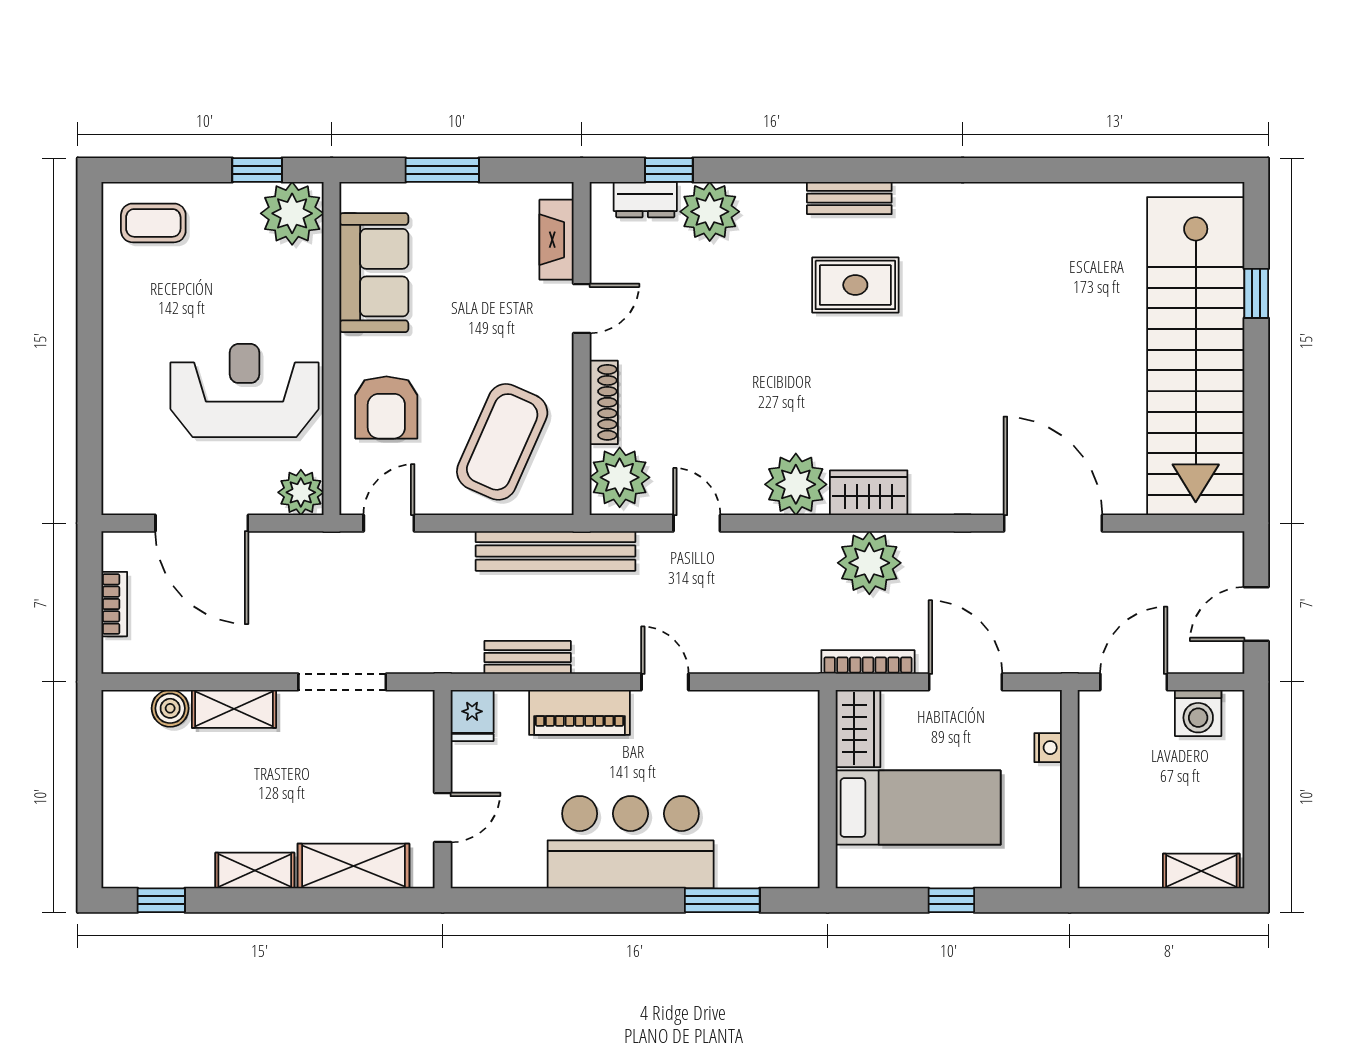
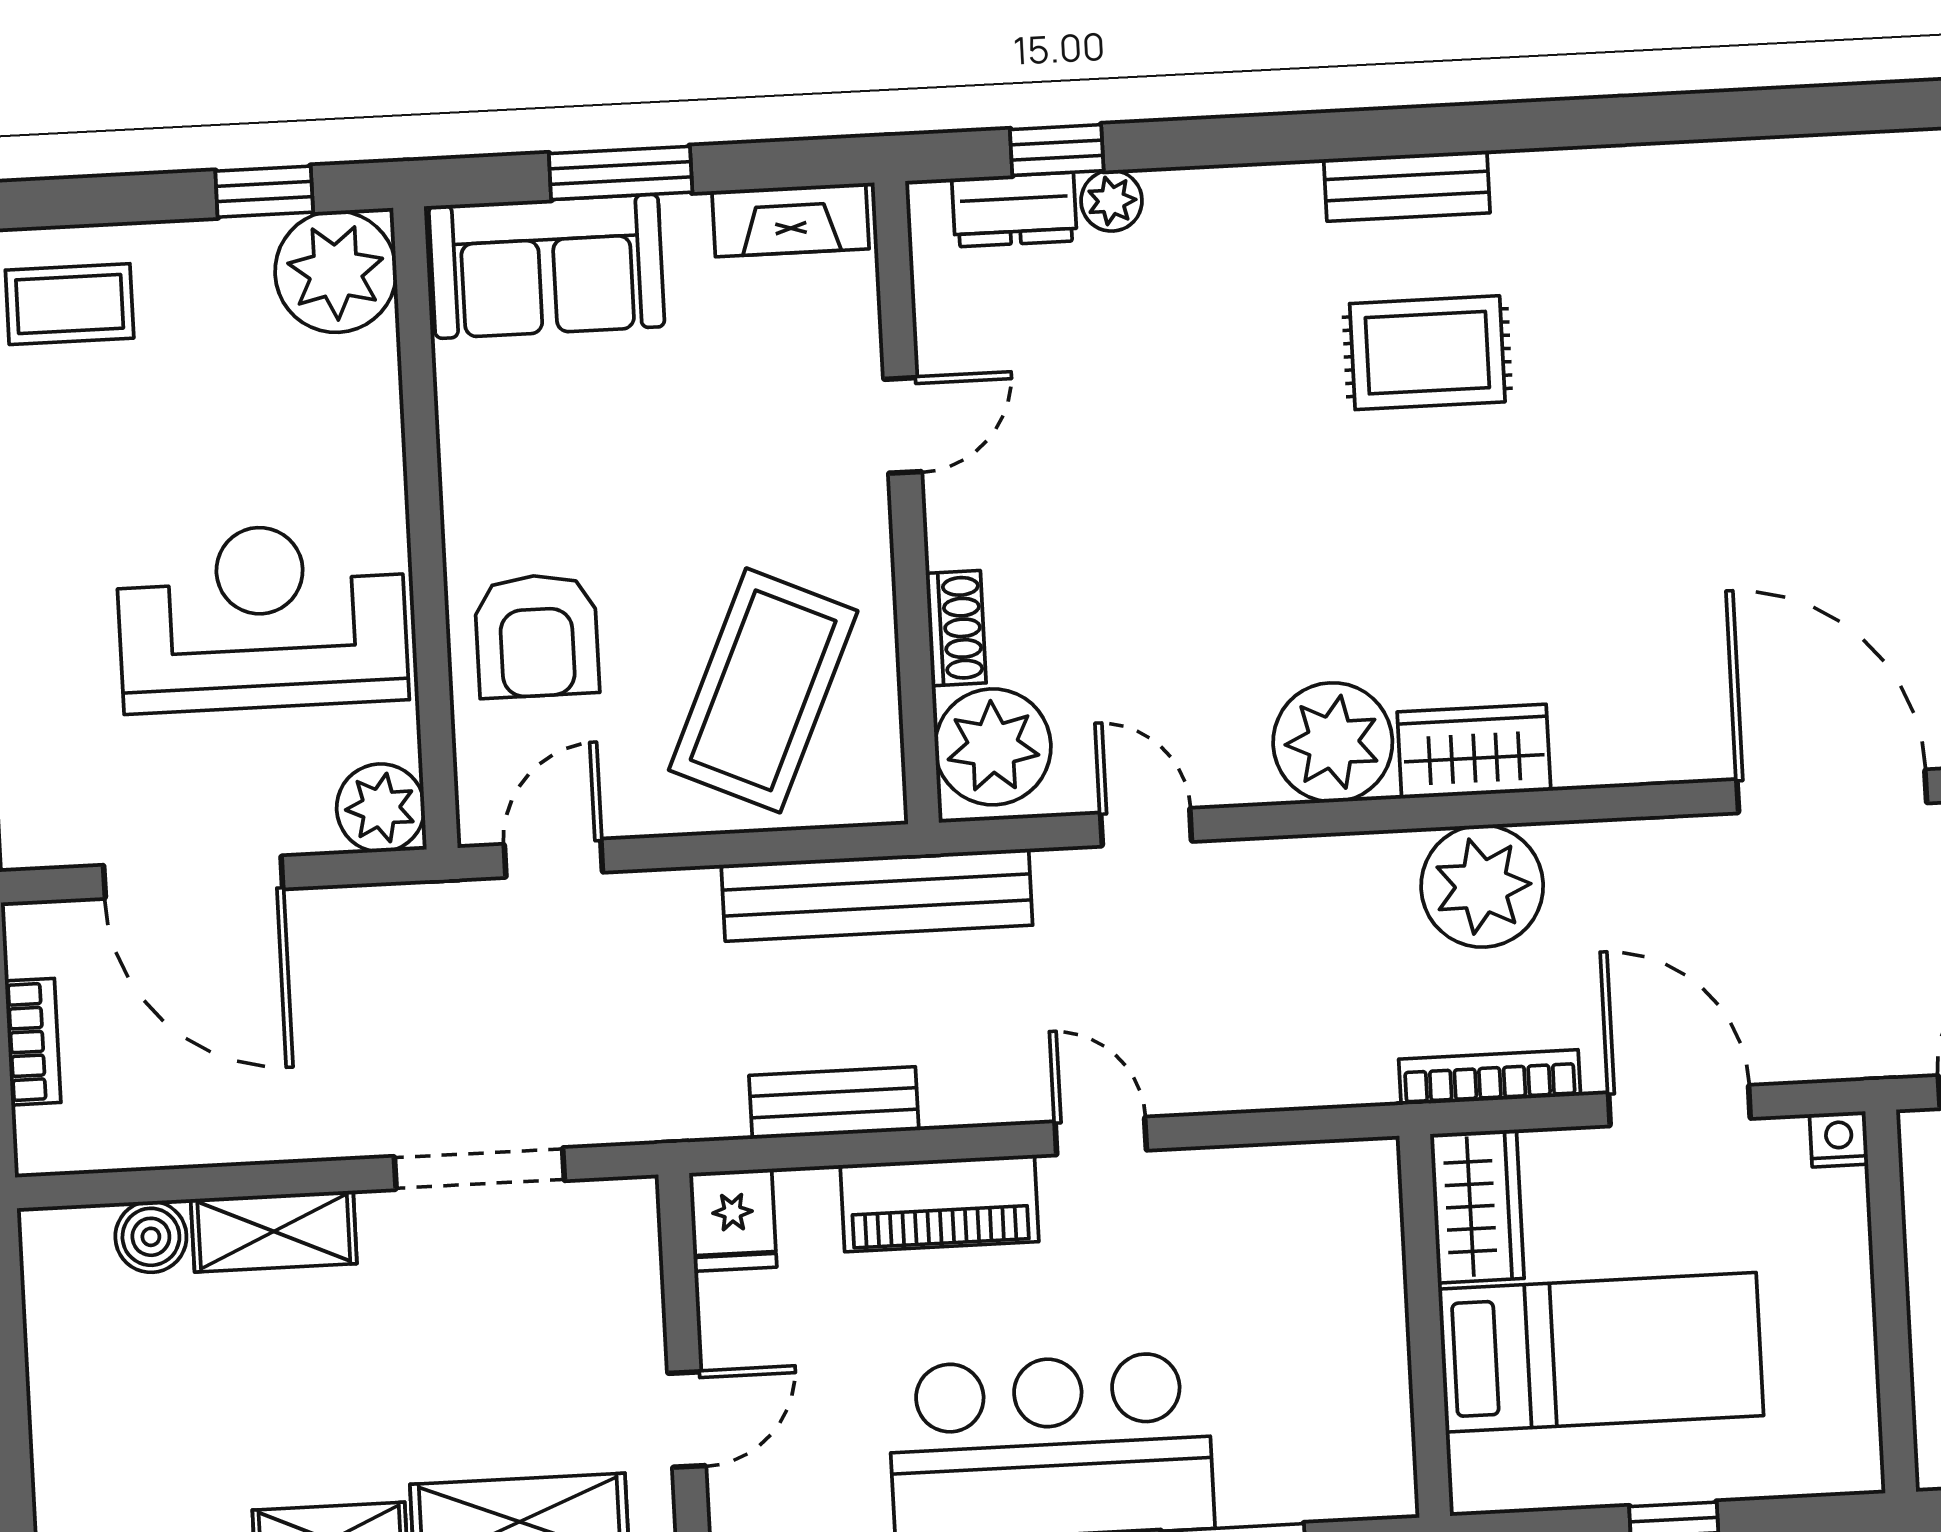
plant: (710, 212) -> (1112, 201), width x0.53, depth x0.53
fireplace: (557, 240) -> (790, 220), moved, turned -90
sofa: (374, 273) -> (547, 266), moved, turned 90
shoe rack: (604, 402) -> (956, 628), width x0.70
nightstand: (1048, 748) -> (1839, 1139), moved, turned -90

